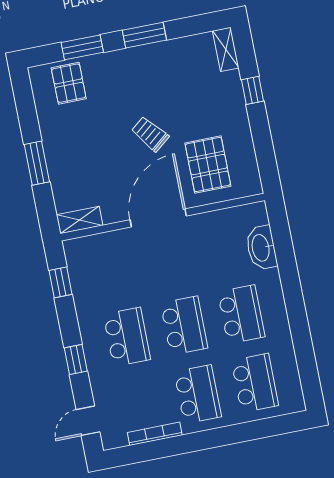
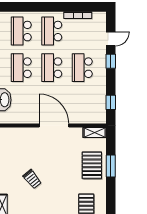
trolley: (150, 134) -> (32, 179), moved
pallet: (208, 165) -> (92, 165), moved
door: (158, 218) -> (54, 125), swing flipped
door: (88, 421) -> (111, 39), moved

